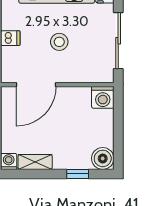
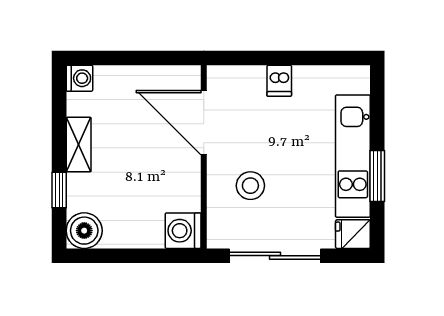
stool: (59, 42) -> (250, 186), moved
shelving: (35, 162) -> (79, 145), moved

